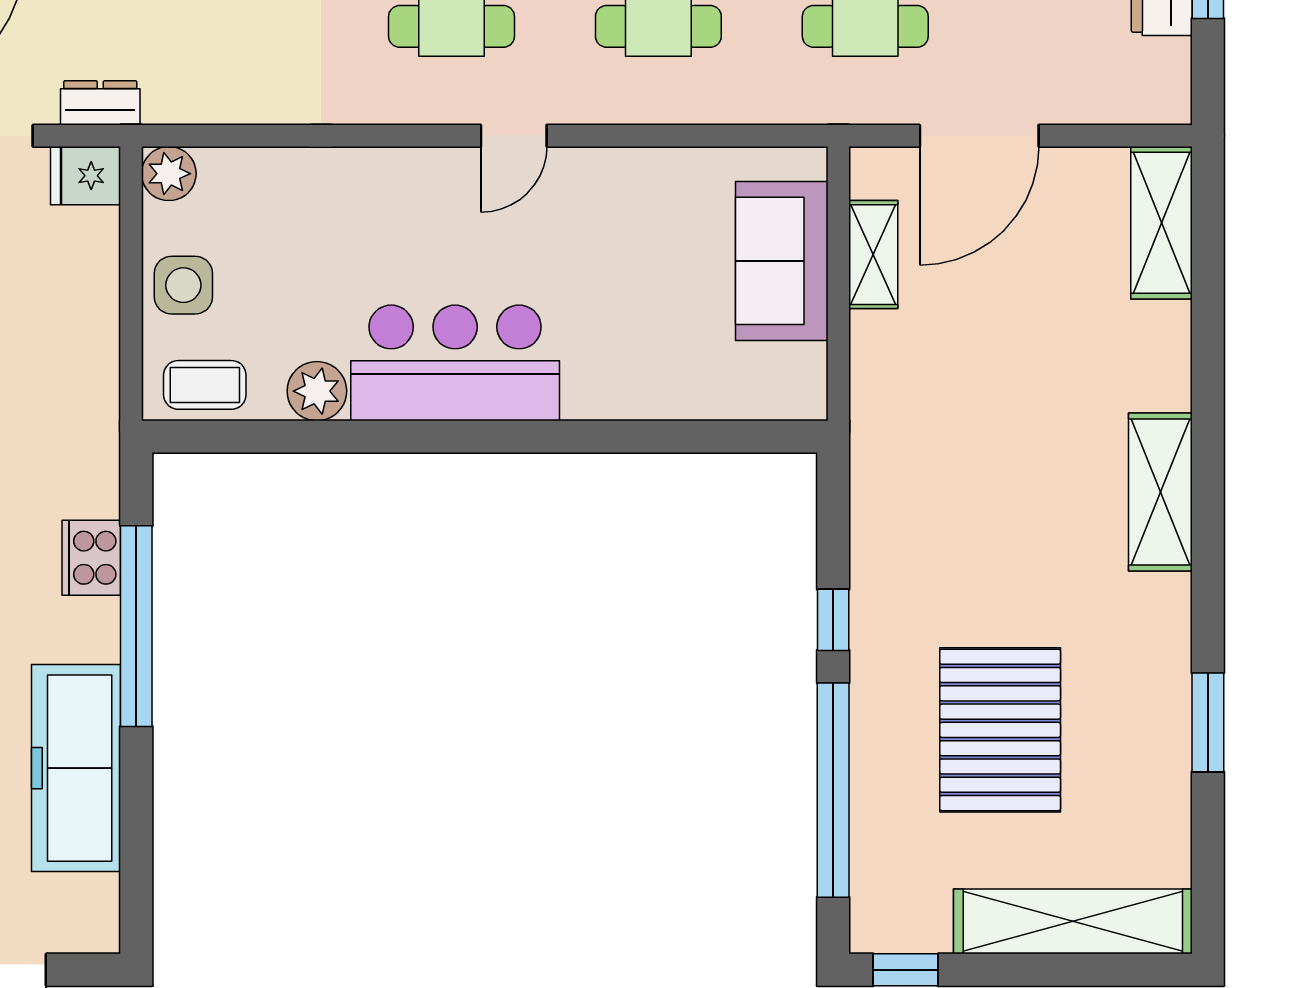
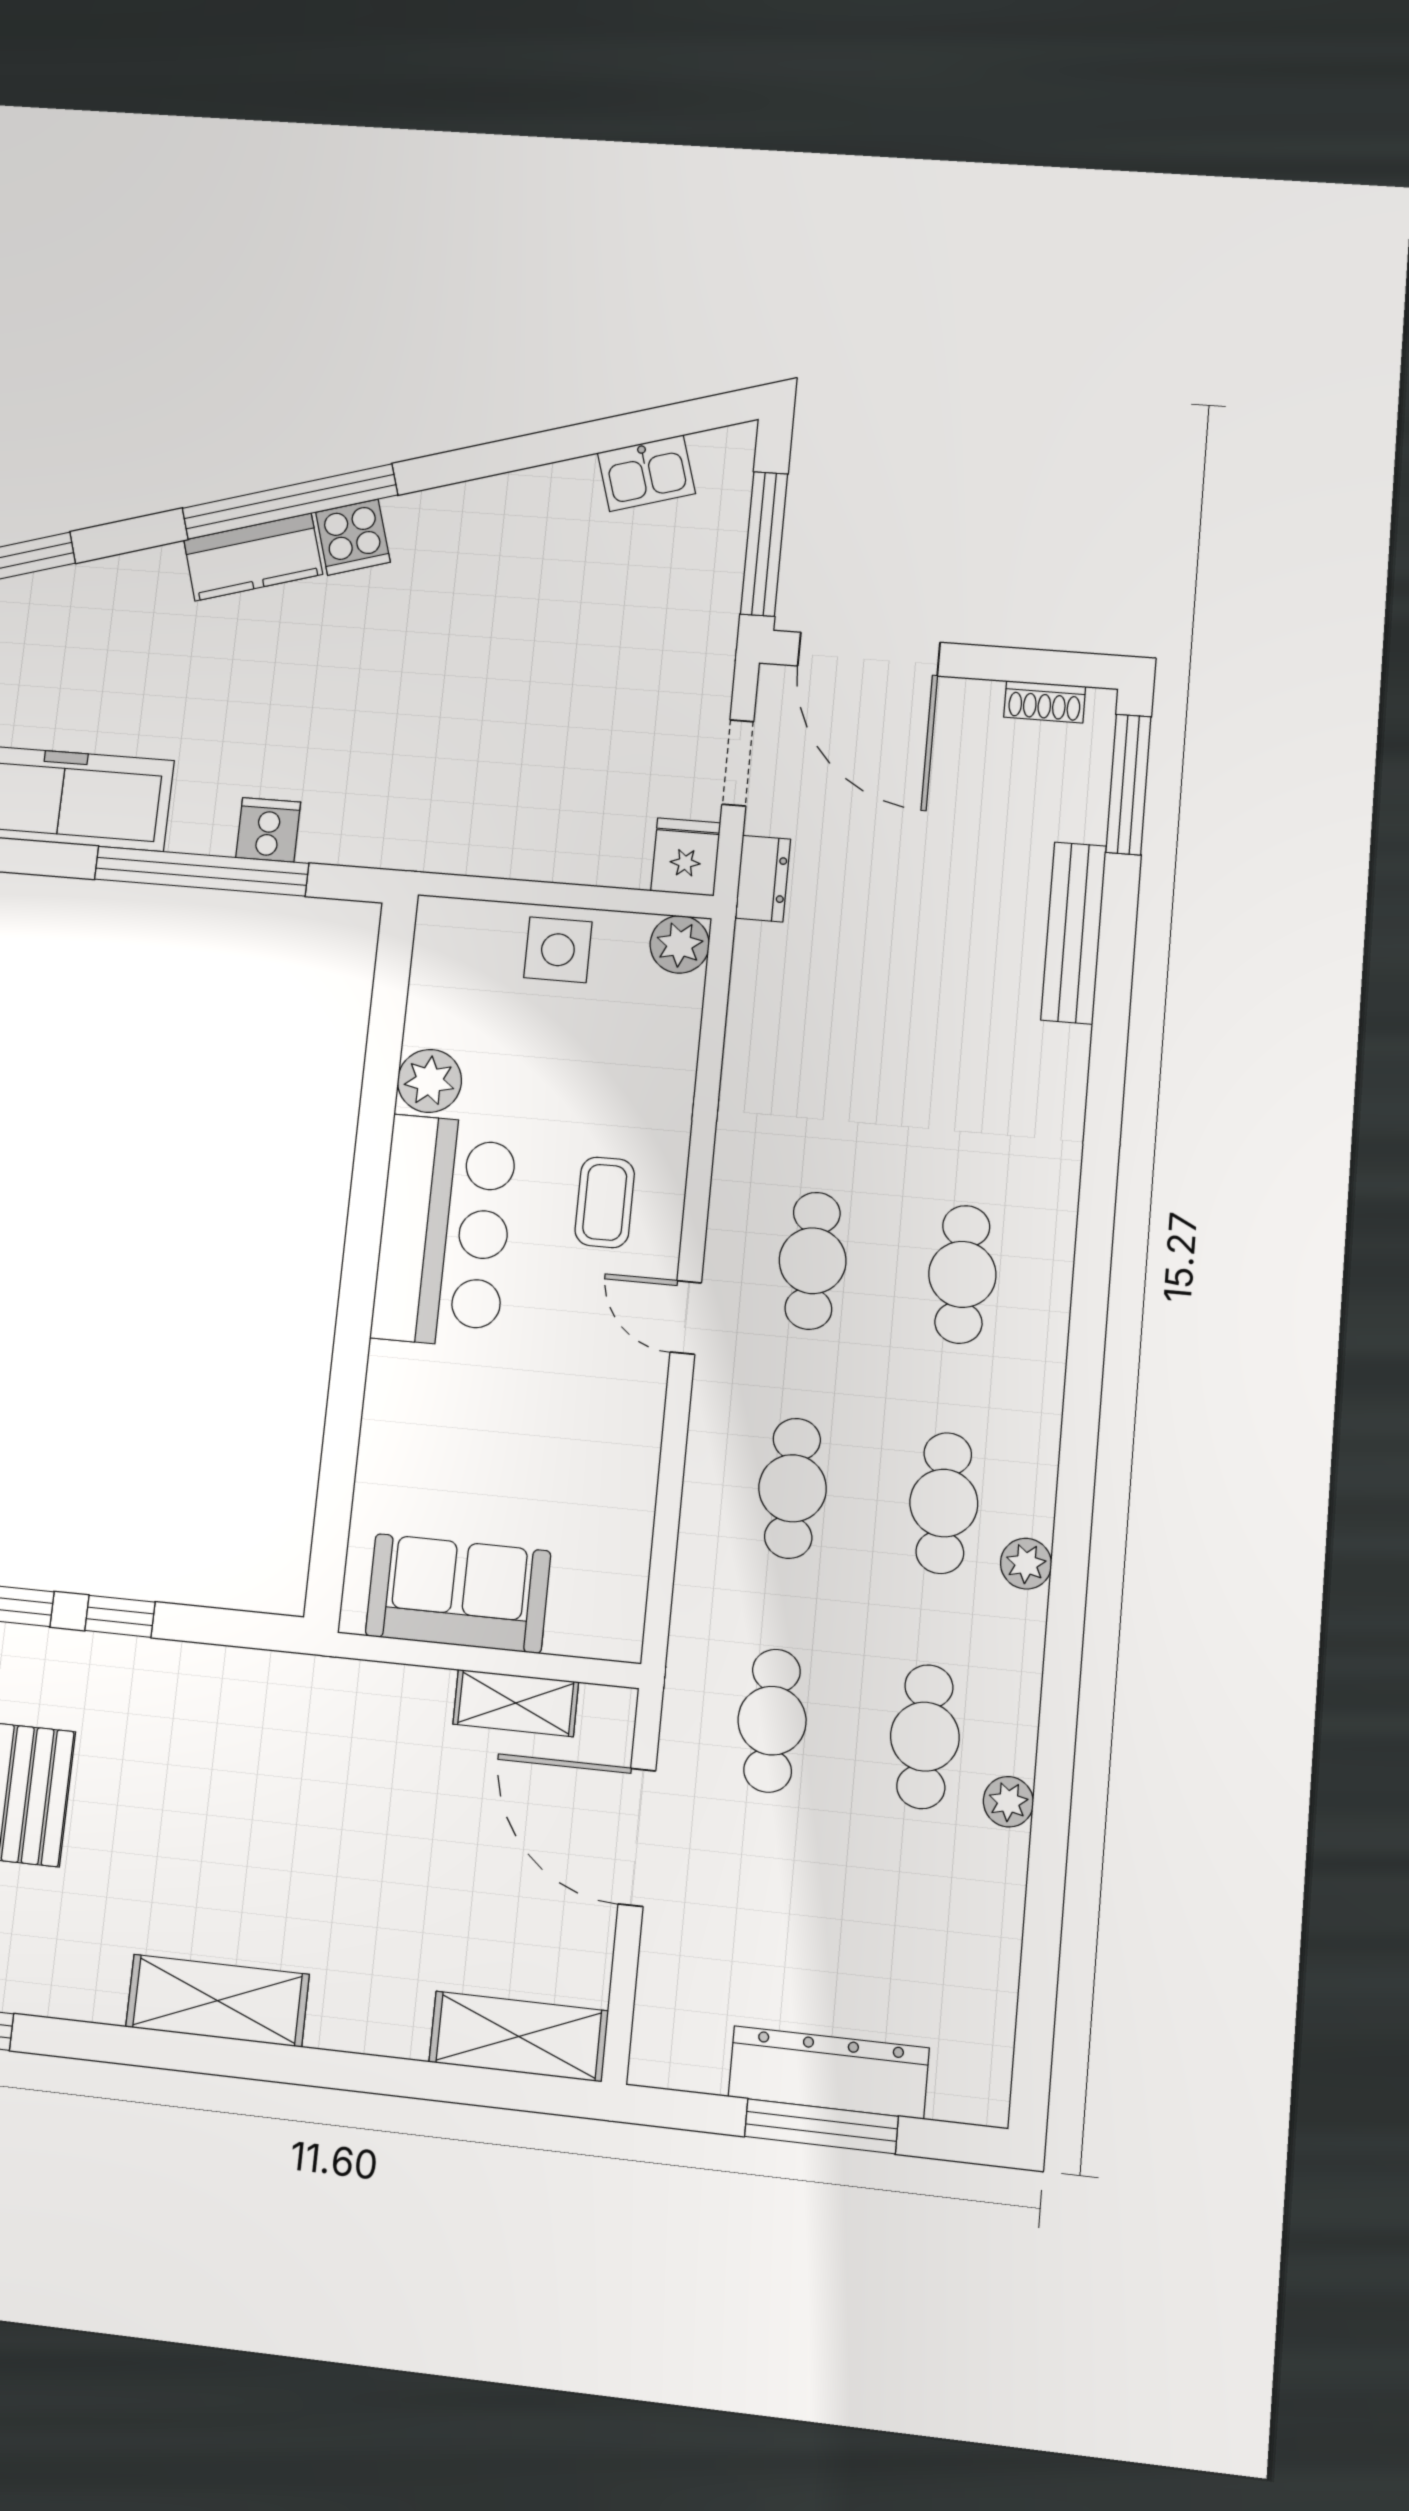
sofa: (782, 261) -> (458, 1593), moved
coffee table: (205, 385) -> (605, 1202), moved
cooker: (91, 558) -> (268, 830), width x0.73

